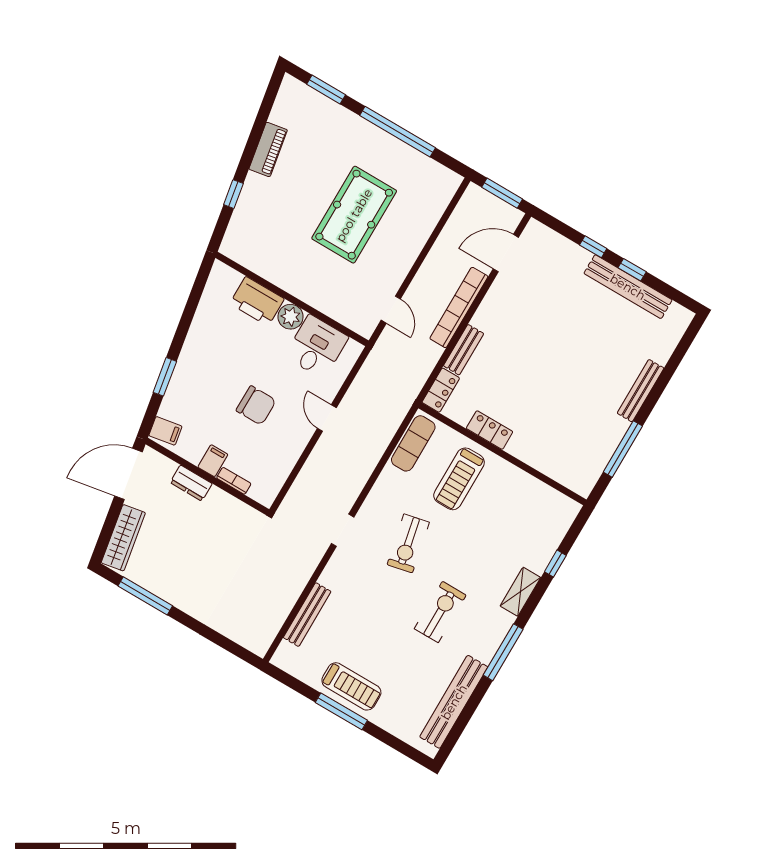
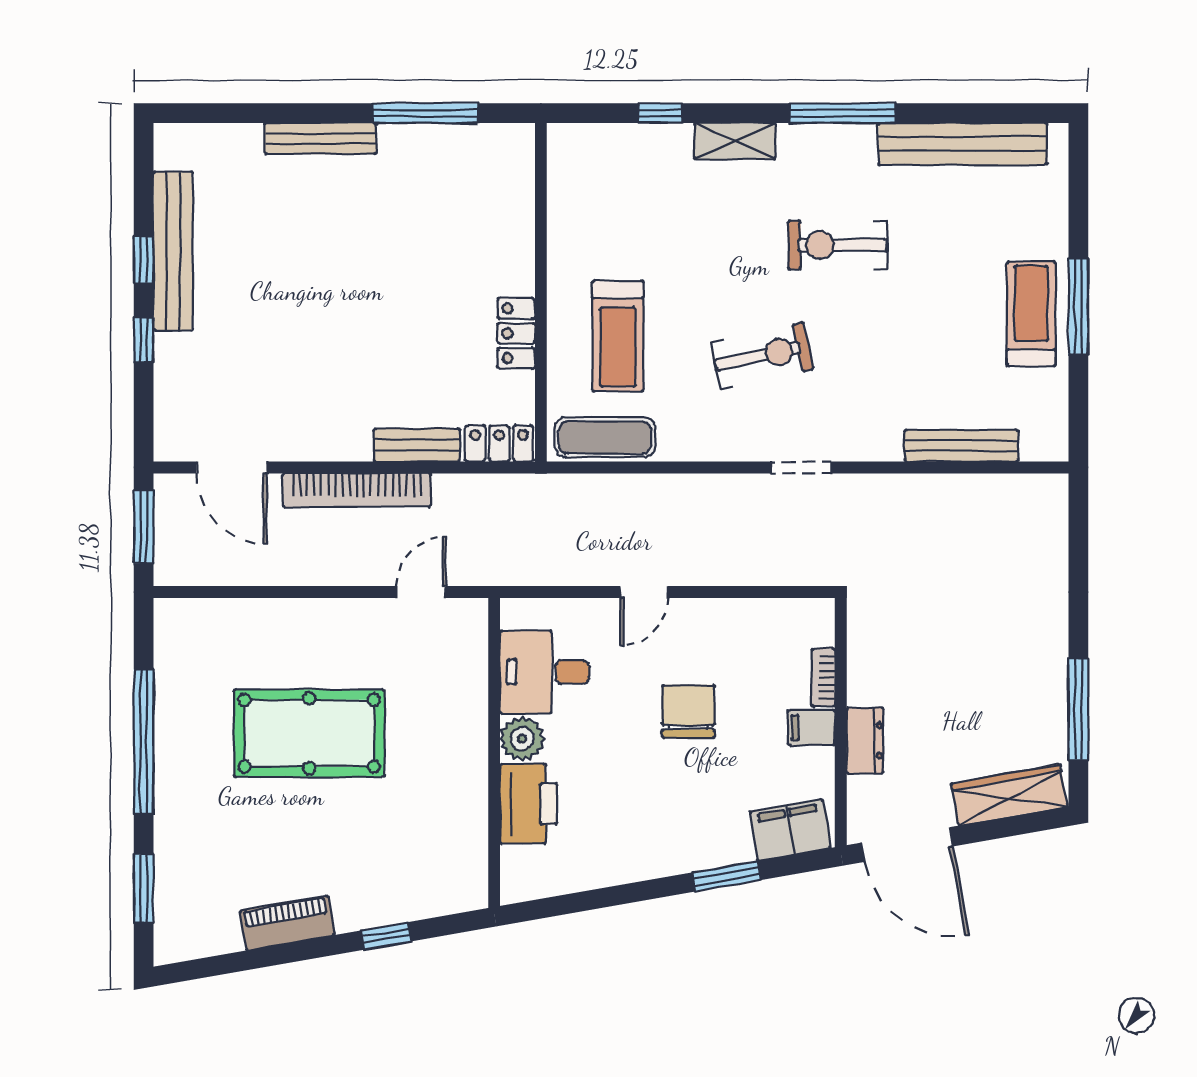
filing cabinet: (165, 431) -> (790, 830), width x2.00
treadmill: (459, 479) -> (618, 336), turned 90

